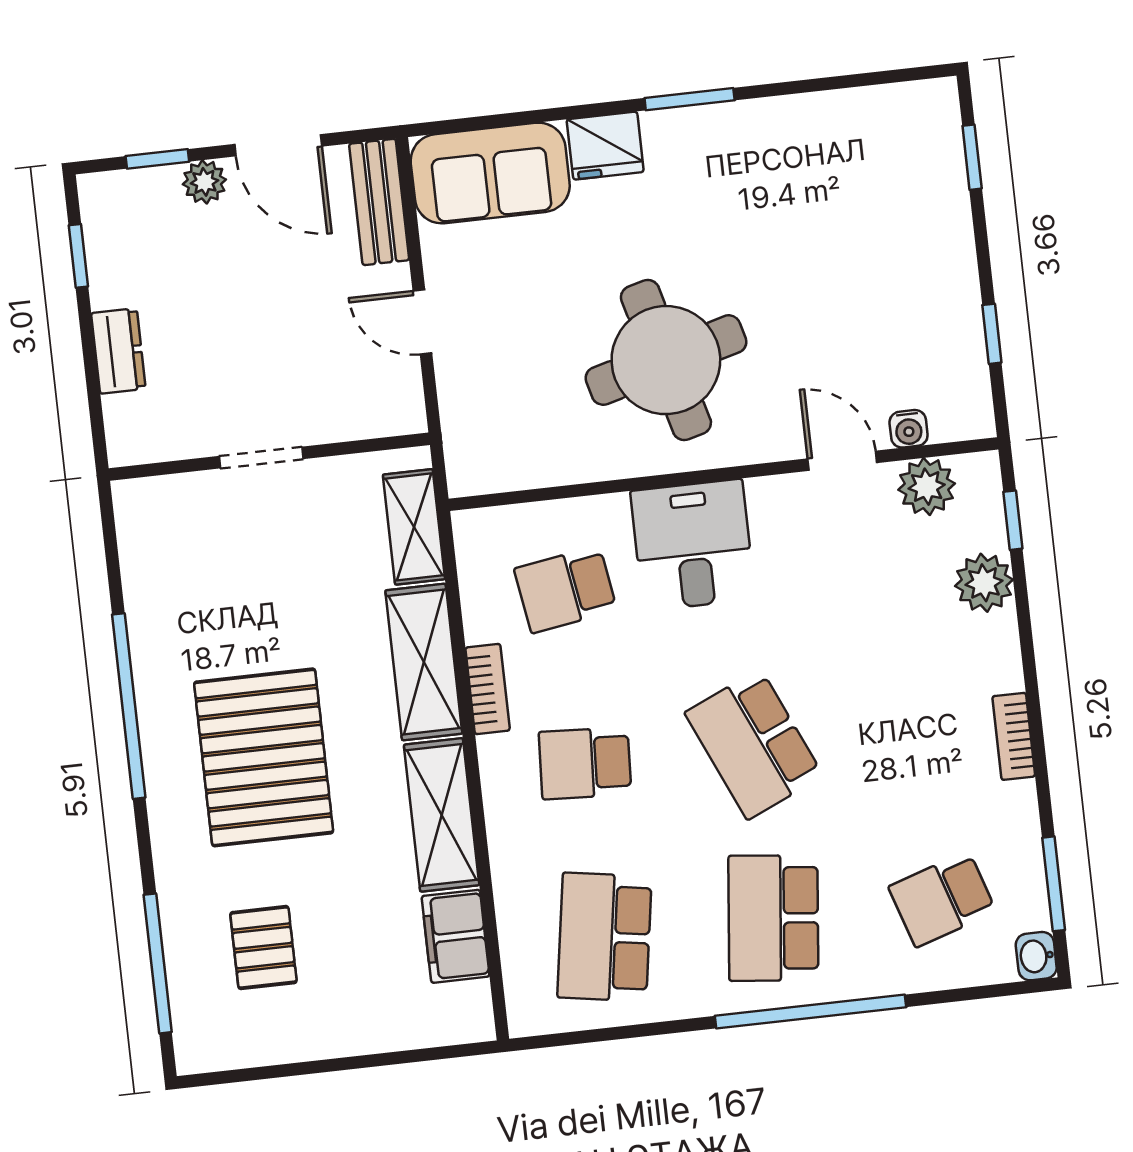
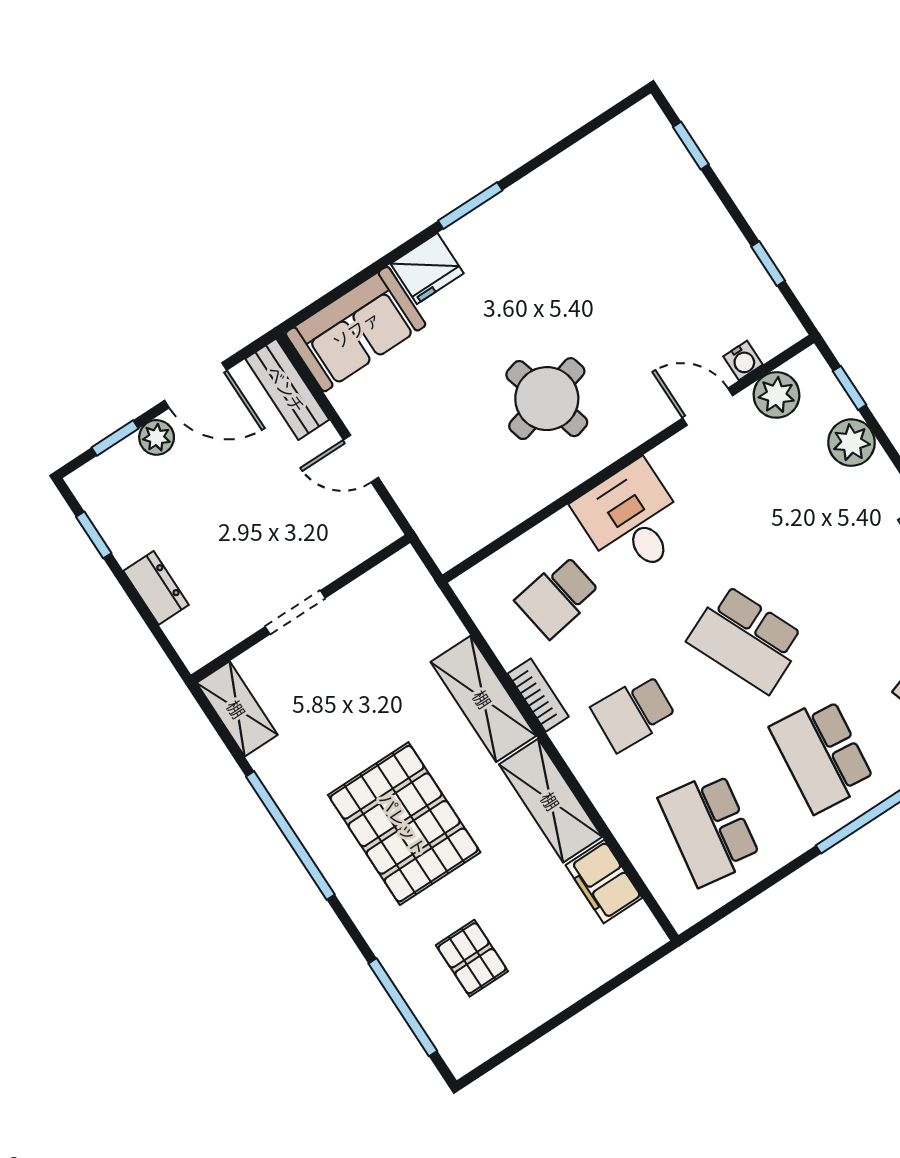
round table: (666, 360) -> (547, 399), width x0.73, depth x0.73
shelving: (414, 527) -> (237, 709), moved

